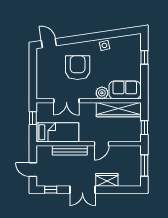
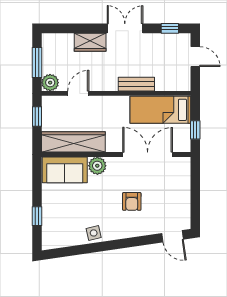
armchair: (78, 68) -> (132, 201), width x0.53, depth x0.53
double door: (66, 101) -> (148, 155), width x1.37
door: (102, 144) -> (78, 93), moved
bench: (70, 150) -> (136, 84), width x0.73
plant: (135, 151) -> (50, 83), added

